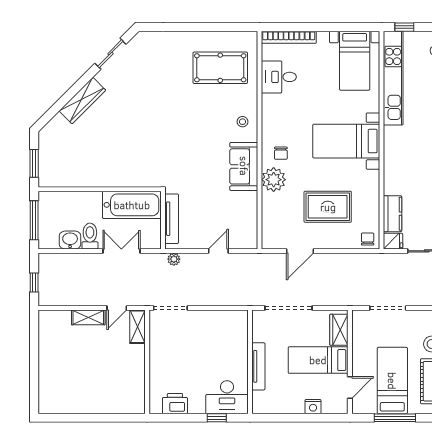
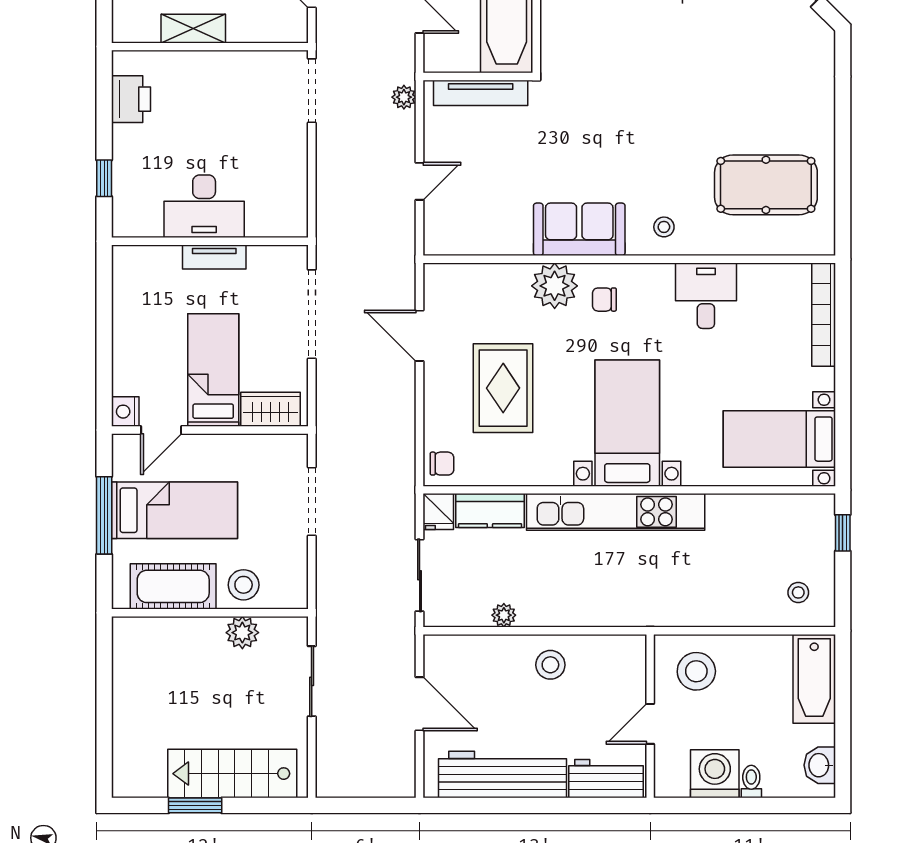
pool table: (220, 68) -> (766, 185), turned 90
desk: (279, 77) -> (706, 296), moved
kitchen unit: (393, 78) -> (616, 512), moved
door: (218, 251) -> (420, 181), hinge flipped
shelving: (138, 327) -> (193, 29), moved
tv unit: (258, 366) -> (214, 257), width x0.71
door: (350, 388) -> (161, 430), hinge flipped
desk: (227, 397) -> (204, 206), moved, turned -90
nightstand: (313, 407) -> (125, 412), moved

